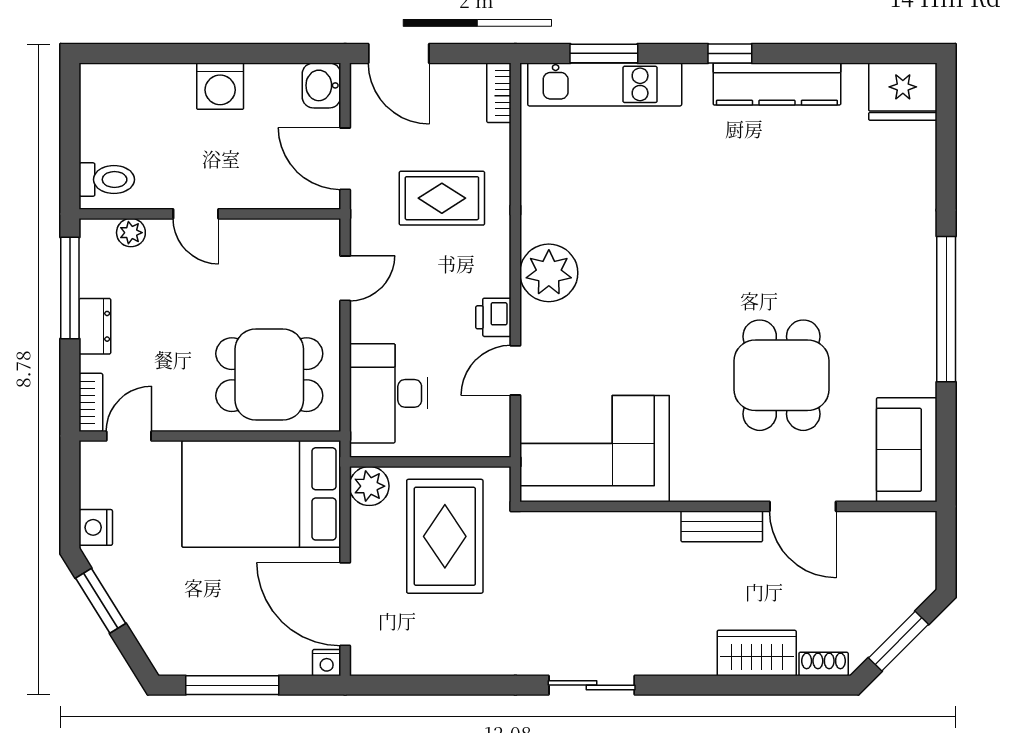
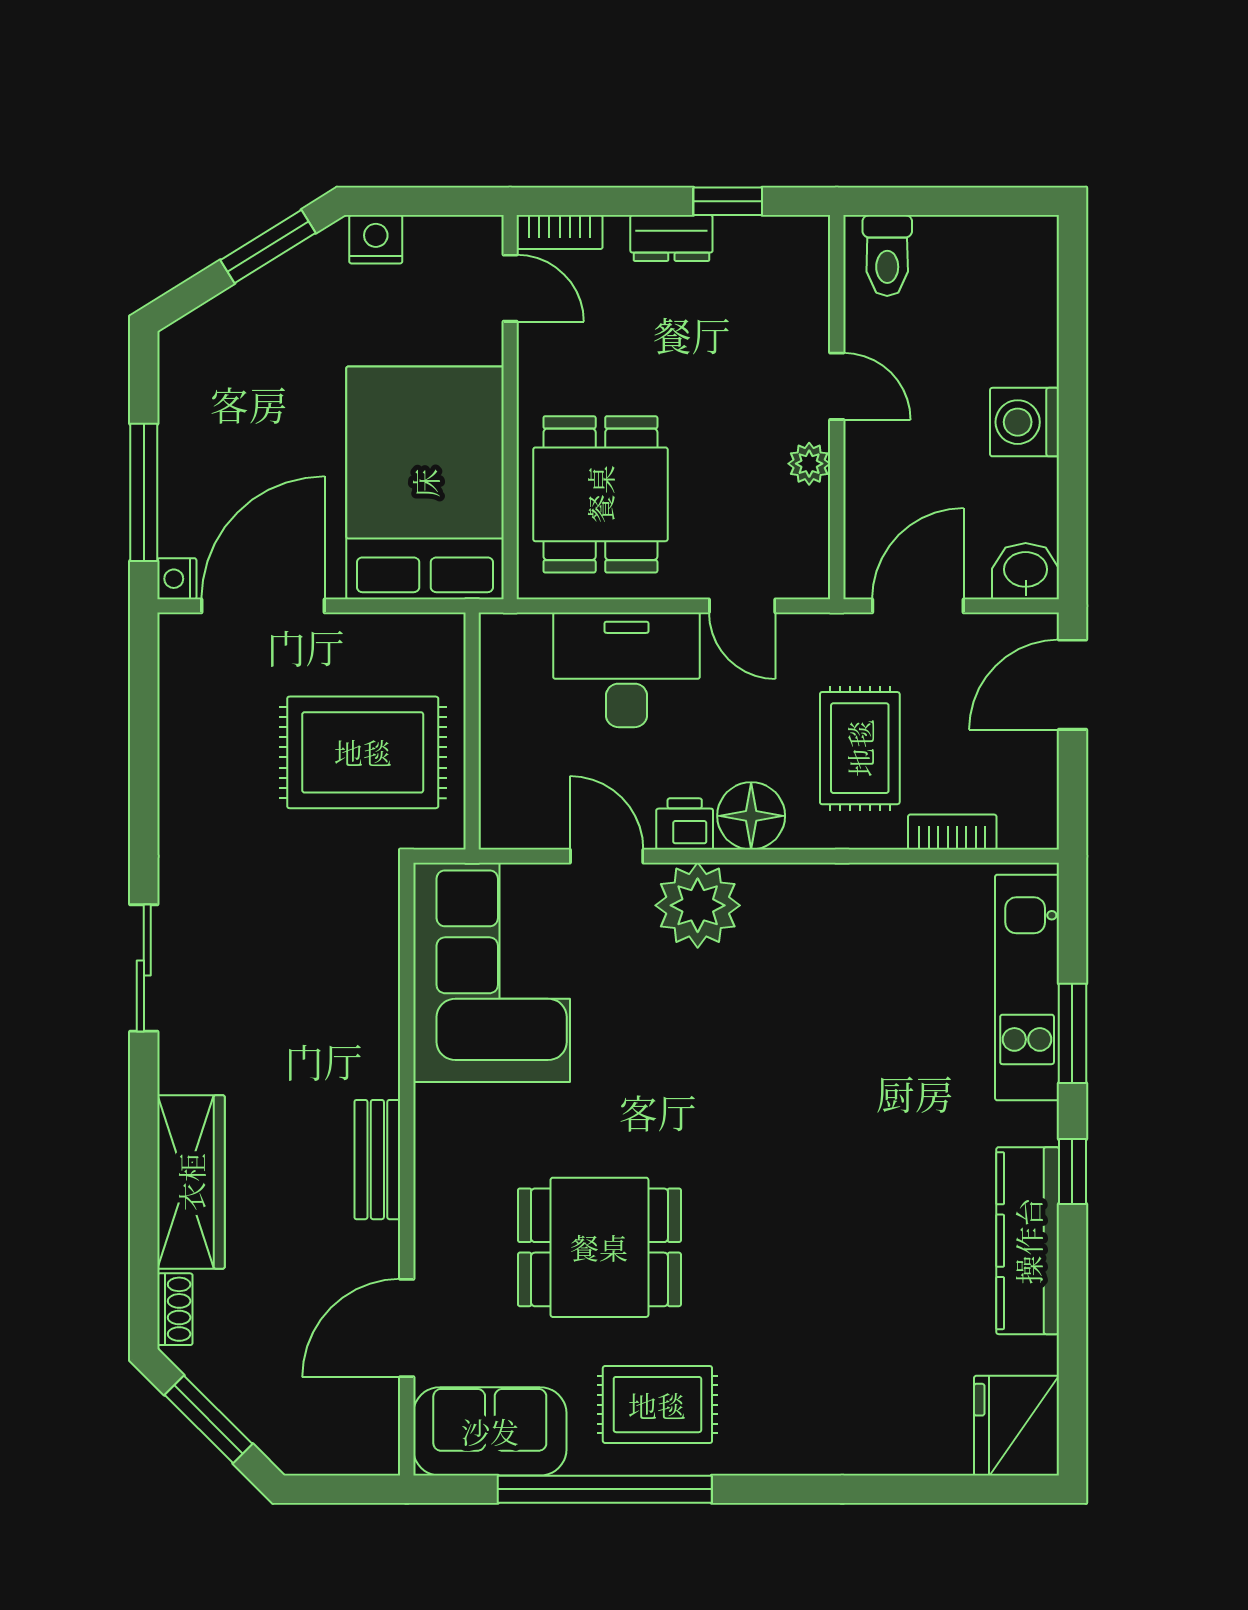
window: (604, 53) -> (1072, 1033), moved
bookcase: (499, 93) -> (952, 832), moved
door: (196, 214) -> (837, 386), swing flipped
plant: (131, 233) -> (809, 464), moved
floor lamp: (488, 272) -> (751, 816), added
plant: (549, 273) -> (698, 905), moved
window: (70, 288) -> (728, 201), width x0.46
window: (946, 309) -> (605, 1489), moved
rug: (888, 336) -> (657, 1405), added
desk: (389, 393) -> (626, 670), moved
plant: (369, 486) -> (437, 641), removed
door: (803, 506) -> (407, 1328), moved
wardrobe: (757, 653) -> (191, 1182), width x1.50
window: (232, 685) -> (144, 492), moved

